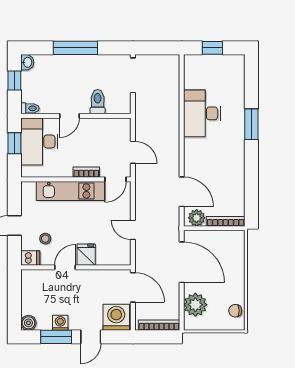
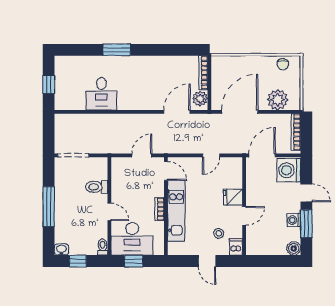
desk: (202, 113) -> (101, 94), width x0.73
bookcase: (86, 172) -> (159, 209), moved
door: (65, 267) -> (244, 216), swing flipped

